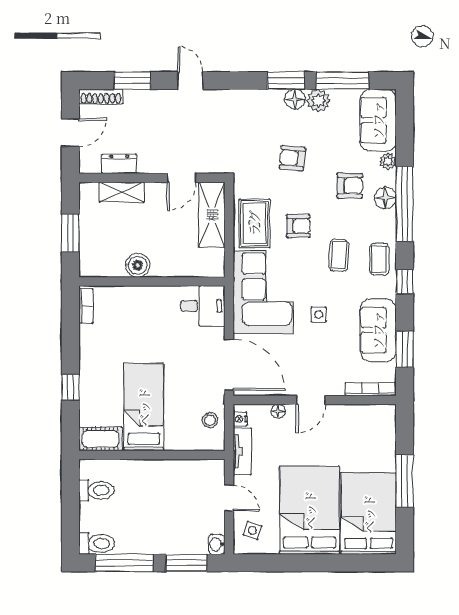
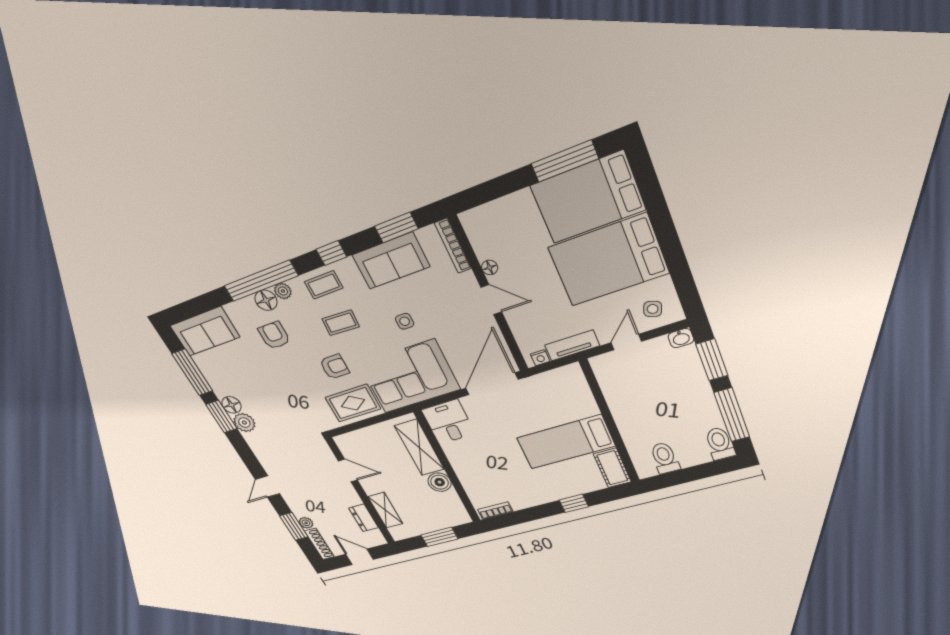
plant: (132, 97) -> (306, 523), added
plant: (318, 101) -> (244, 423), moved
armchair: (292, 158) -> (280, 391), removed
plant: (388, 161) -> (283, 291), moved
shelving: (212, 215) -> (419, 448), moved, turned 90
armchair: (298, 226) -> (334, 367), turned 90
floor lamp: (278, 411) -> (490, 267), moved
stool: (210, 420) -> (553, 383), removed
window: (405, 481) -> (565, 161), moved

